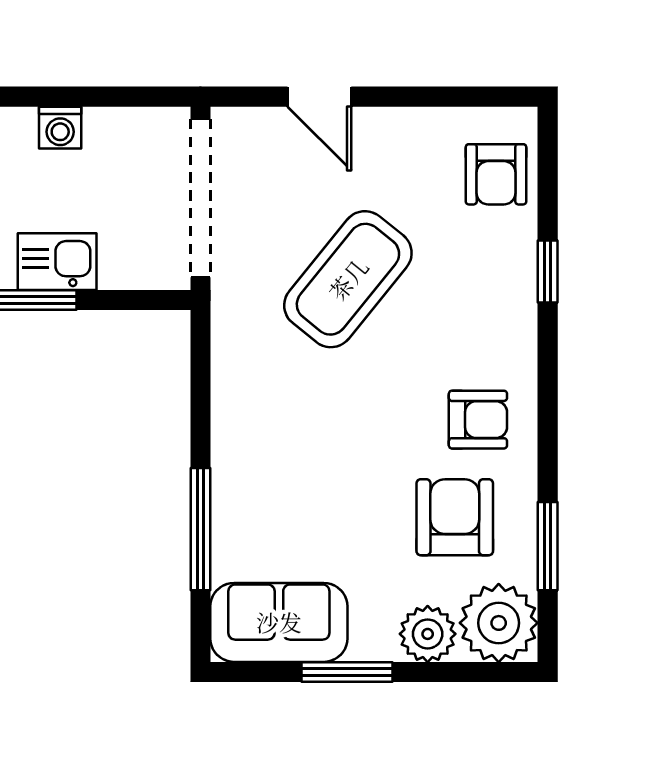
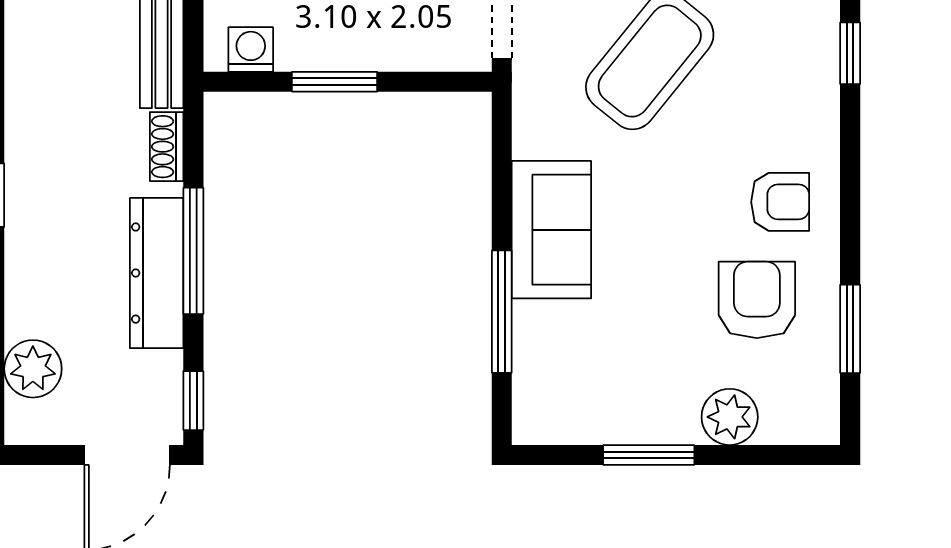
kitchen sink: (57, 262) -> (358, 43), removed
sofa: (279, 622) -> (551, 230), moved, turned 90
plant: (499, 623) -> (801, 406), removed

